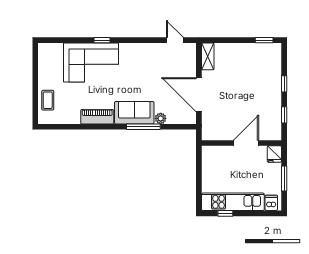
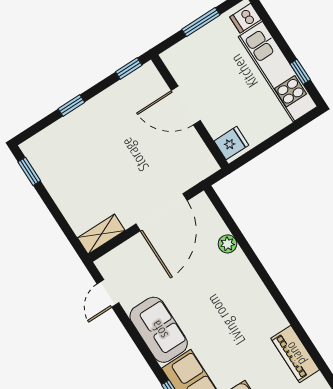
sofa: (134, 113) -> (159, 330), moved, turned 180
window: (284, 115) -> (129, 68), moved
piano: (97, 117) -> (295, 354), moved
window: (143, 127) -> (254, 260), removed
fridge: (274, 154) -> (231, 143), moved

